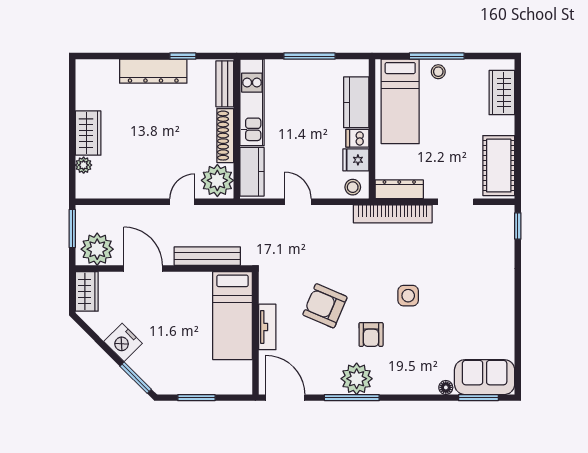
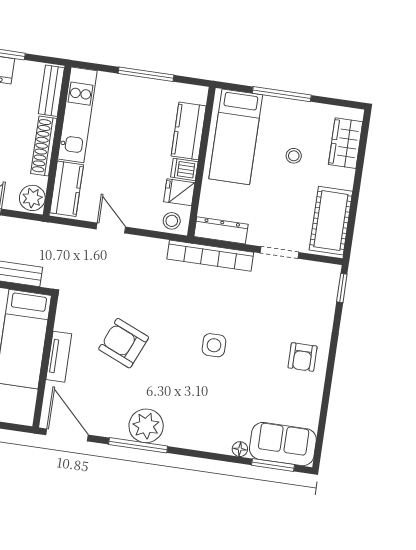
stool: (438, 72) -> (294, 156), moved
plant: (217, 180) -> (32, 198), width x0.73, depth x0.73
armchair: (371, 334) -> (302, 357), moved

